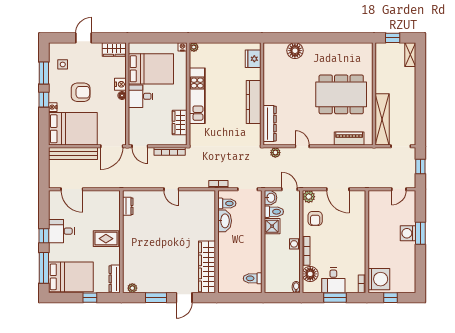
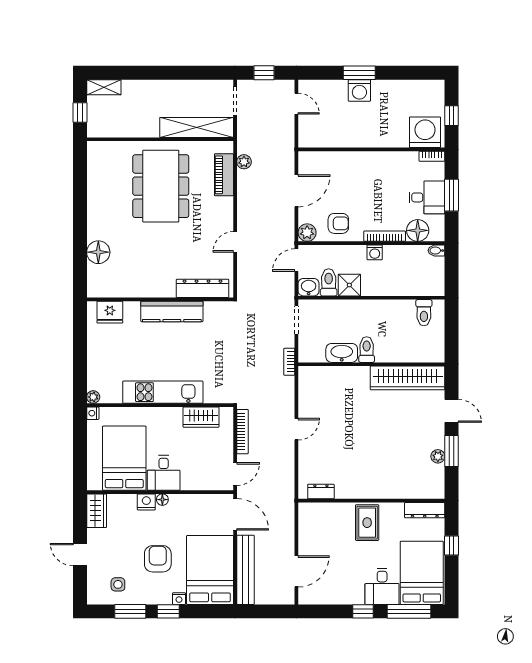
plant: (275, 153) -> (244, 162), moved
toilet: (227, 203) -> (367, 350), moved
desk: (61, 231) -> (382, 586), moved
plant: (132, 288) -> (438, 456), moved

